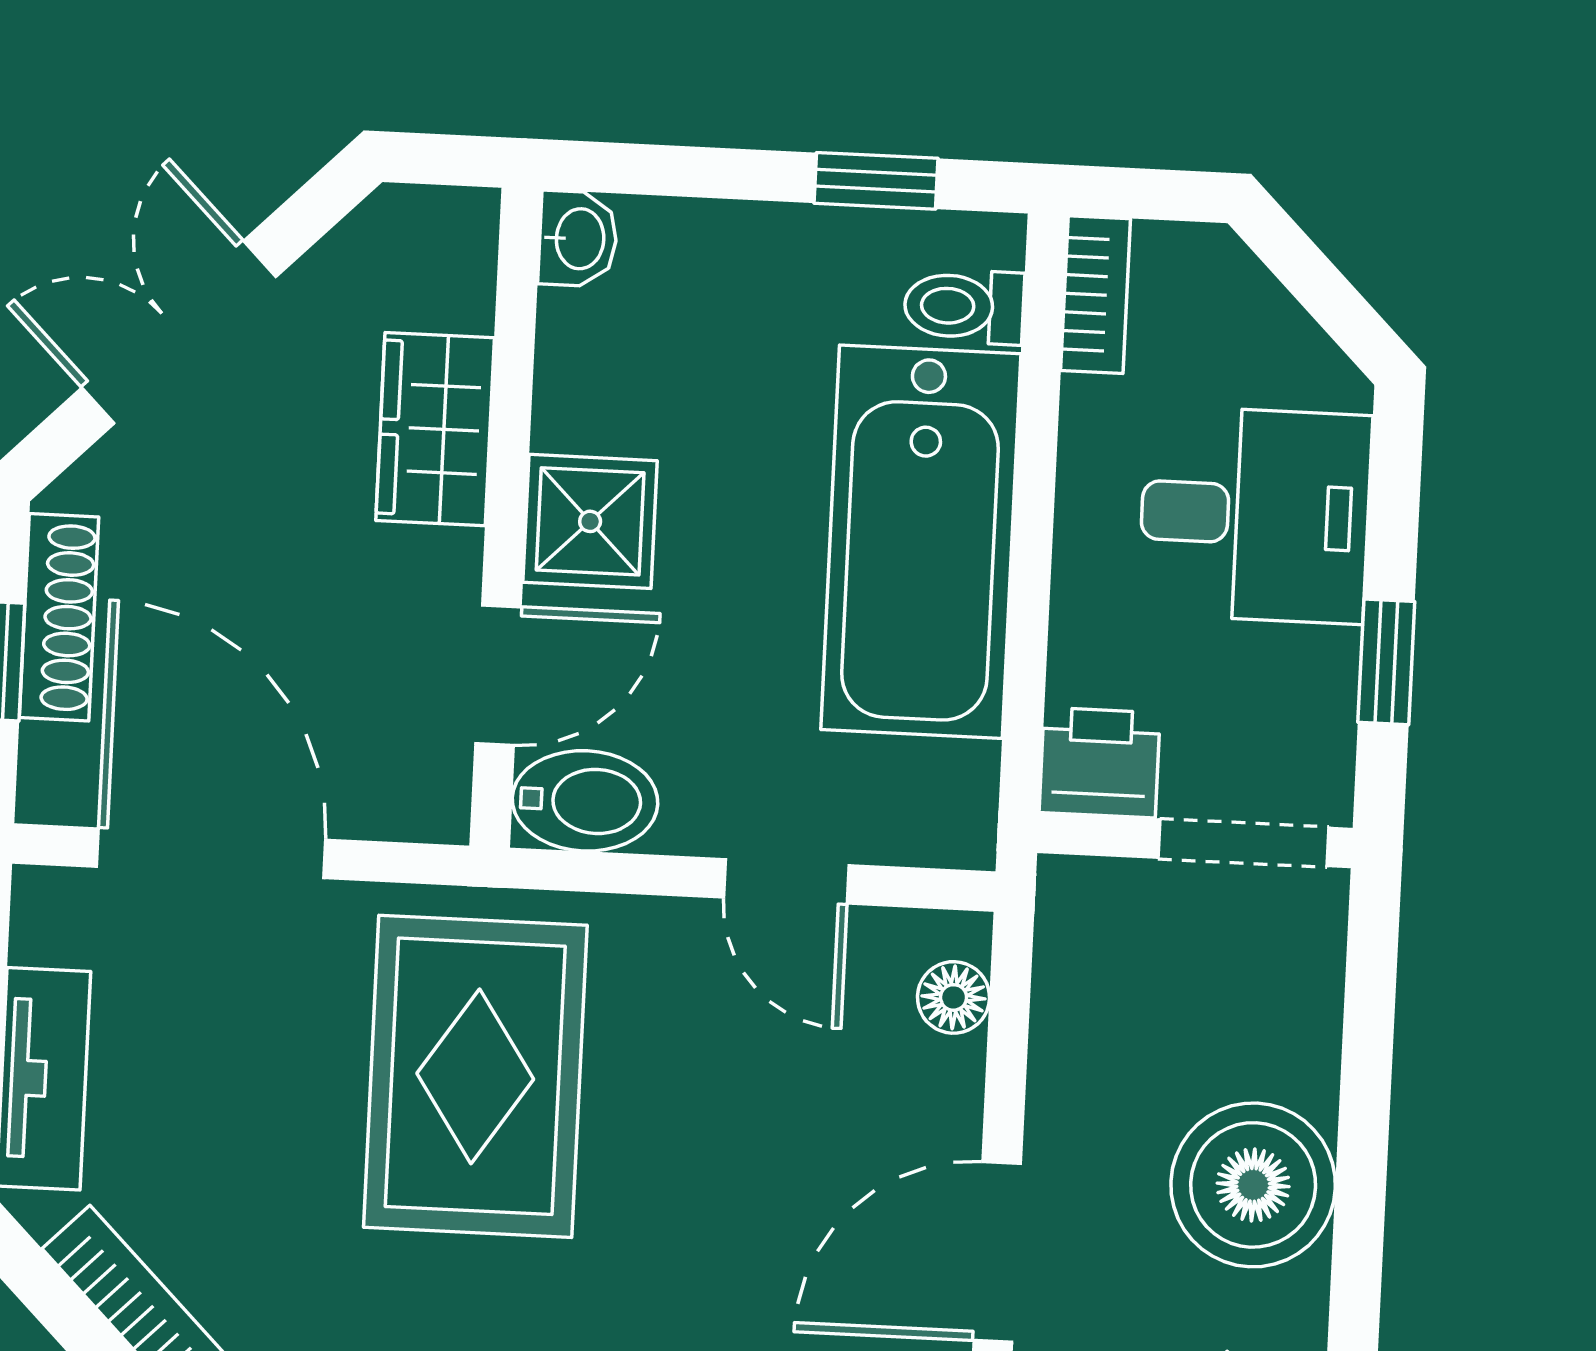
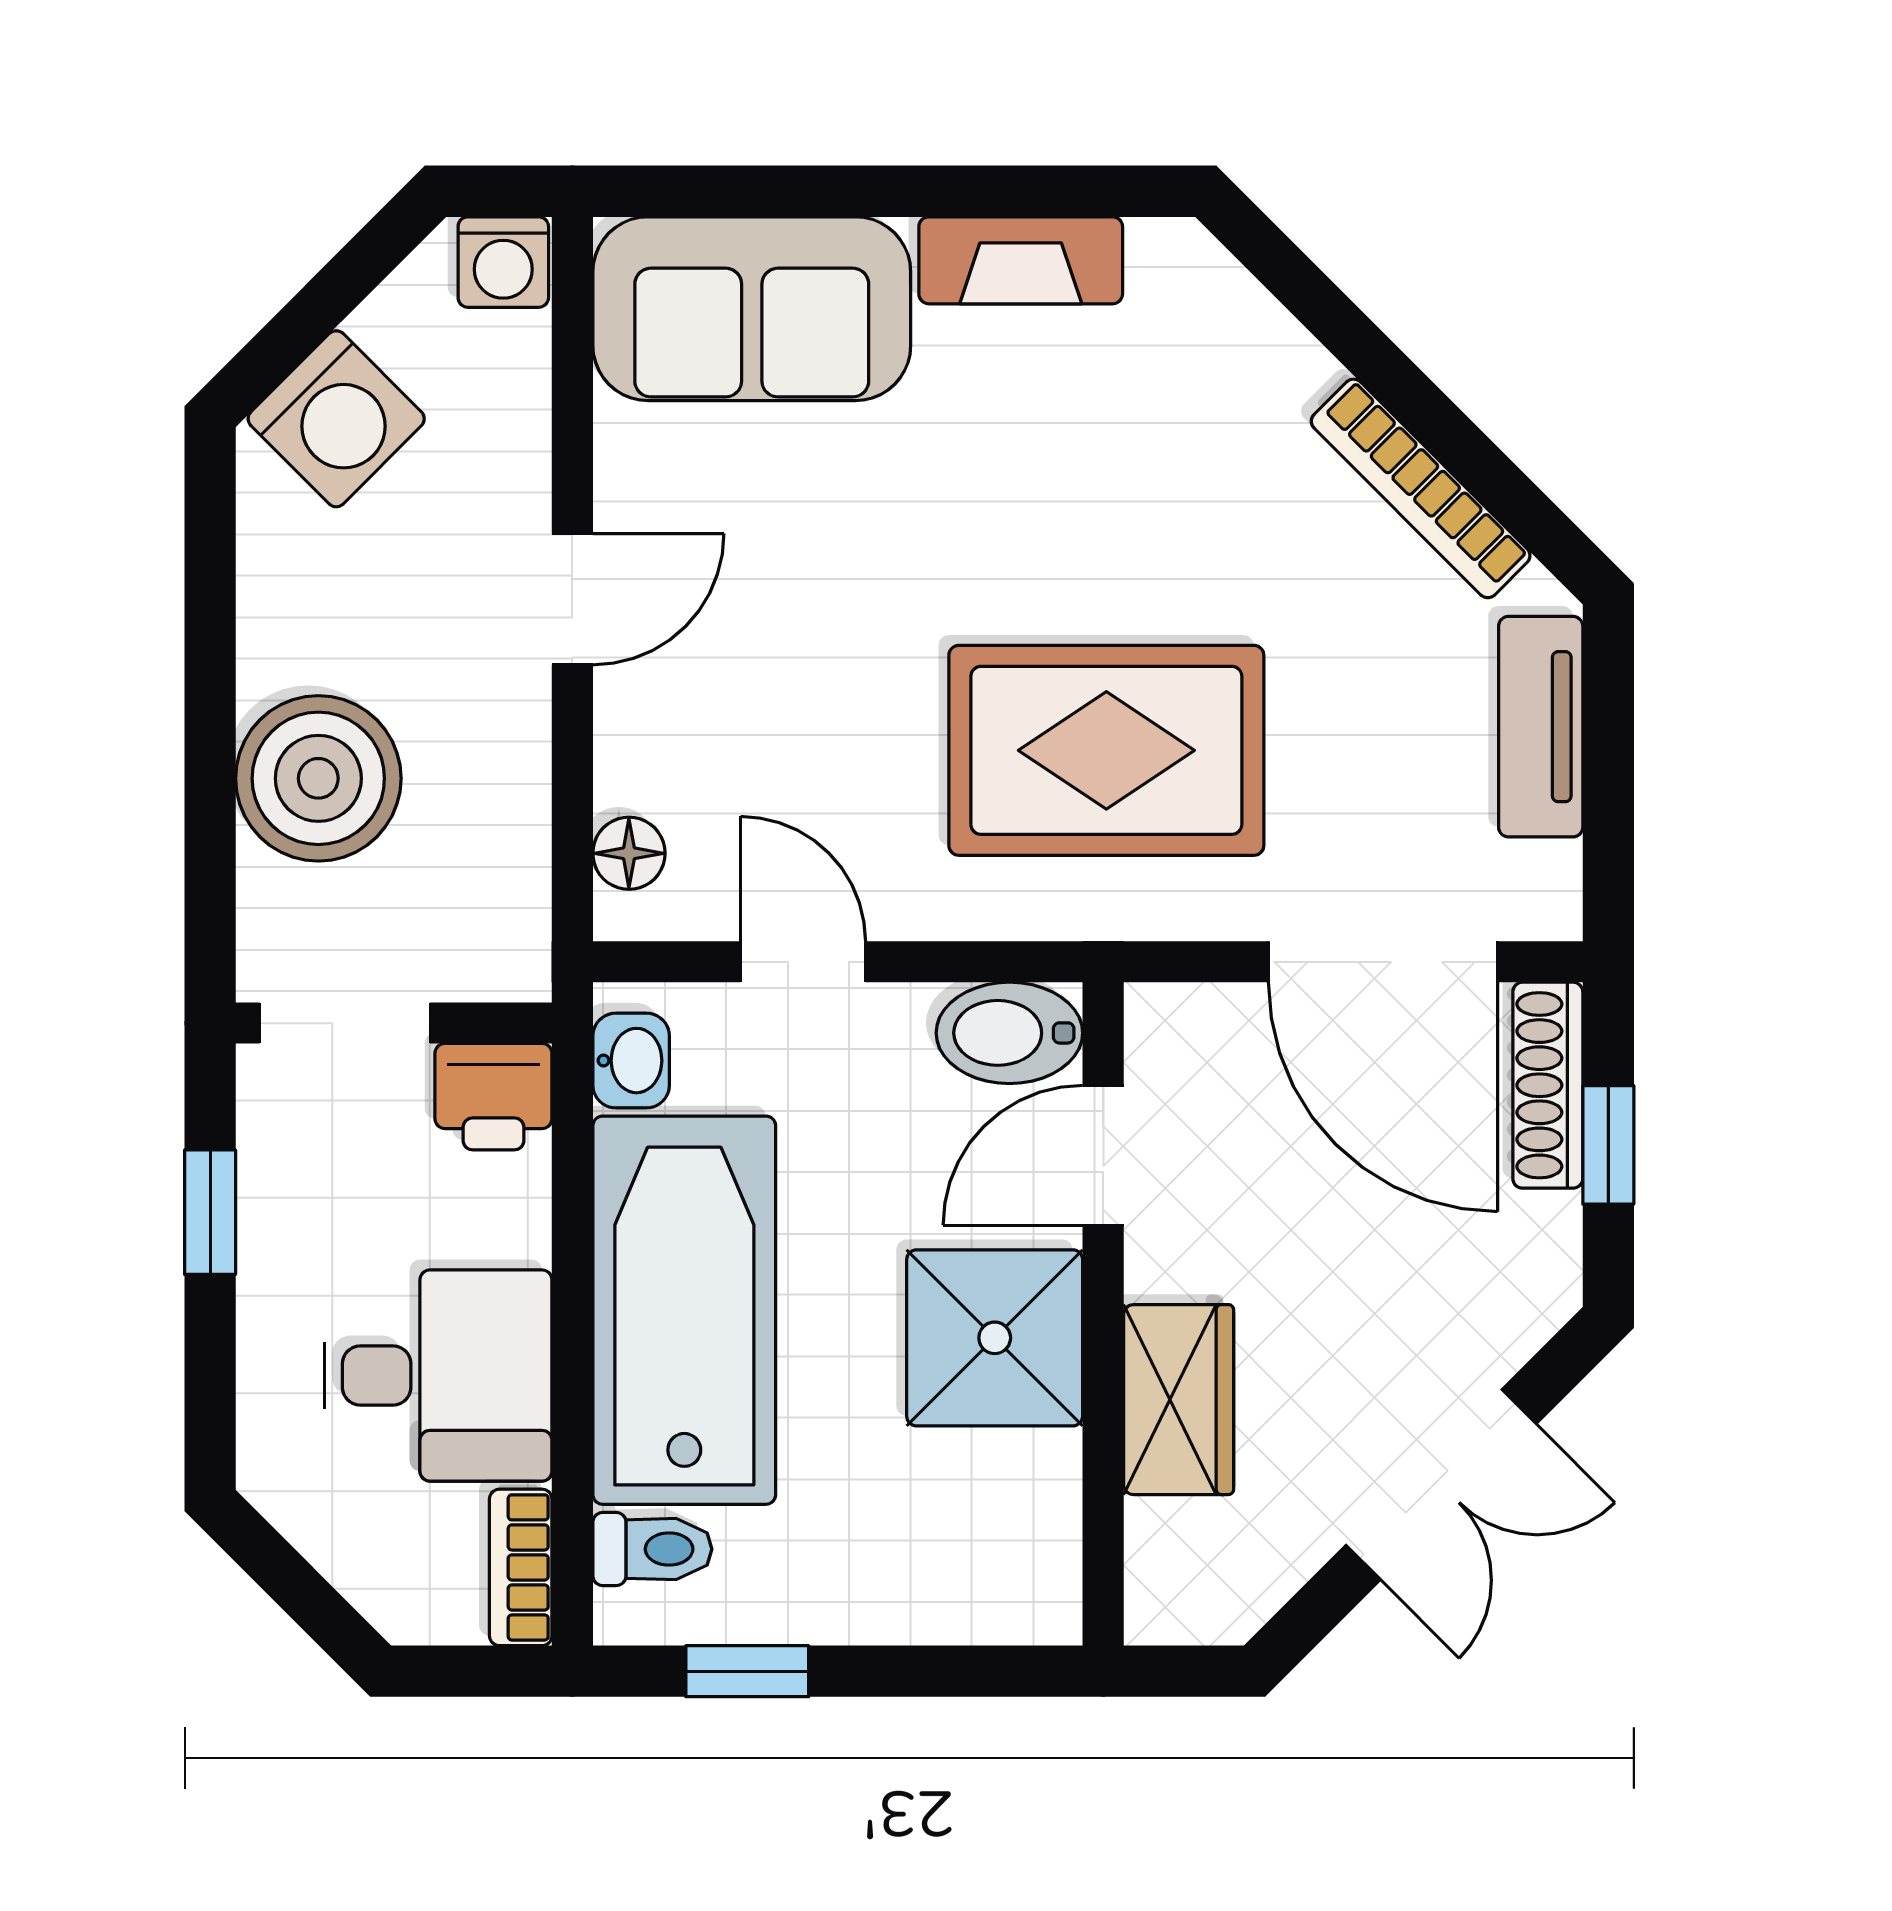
washbasin: (578, 239) -> (631, 1061), moved, turned 180
desk: (1255, 515) -> (438, 1375), moved, turned 180
shower: (590, 521) -> (995, 1338), width x1.36, depth x1.36
shoe rack: (59, 617) -> (1548, 1085), moved
rug: (475, 1076) -> (1106, 750), turned 90
boiler: (1253, 1185) -> (318, 778), moved
door: (997, 1252) -> (572, 599), width x0.73

